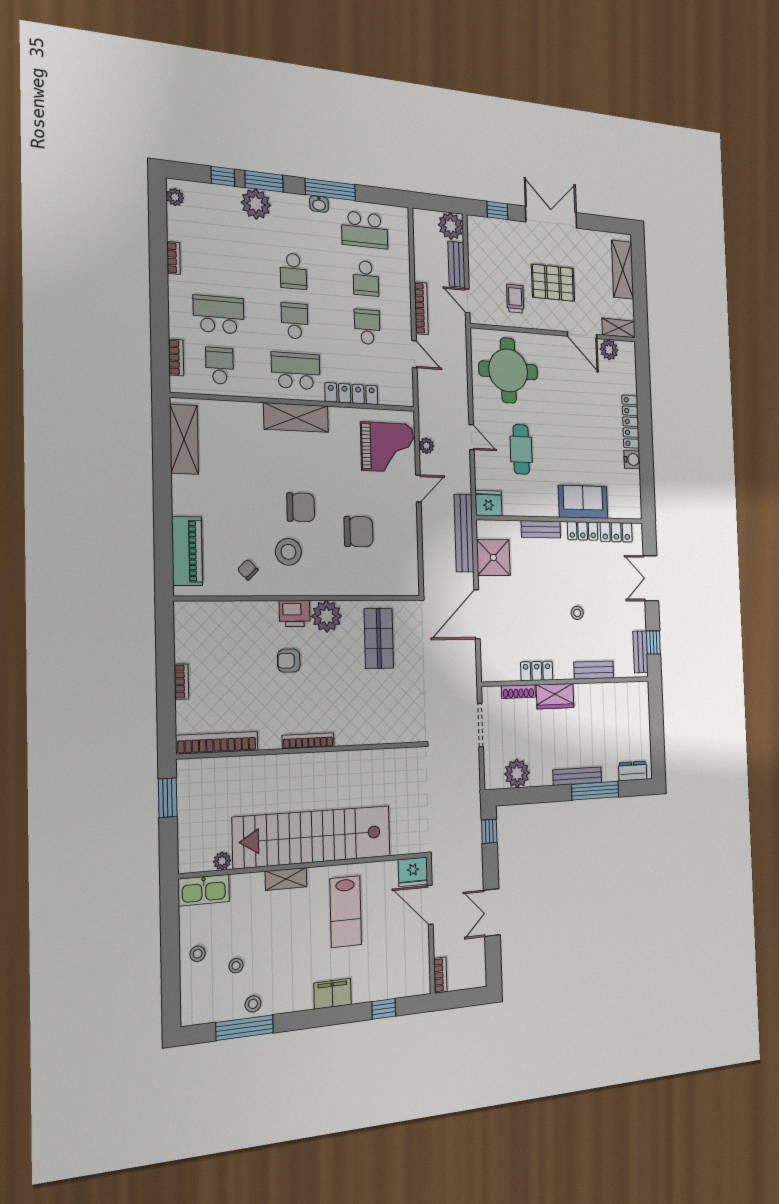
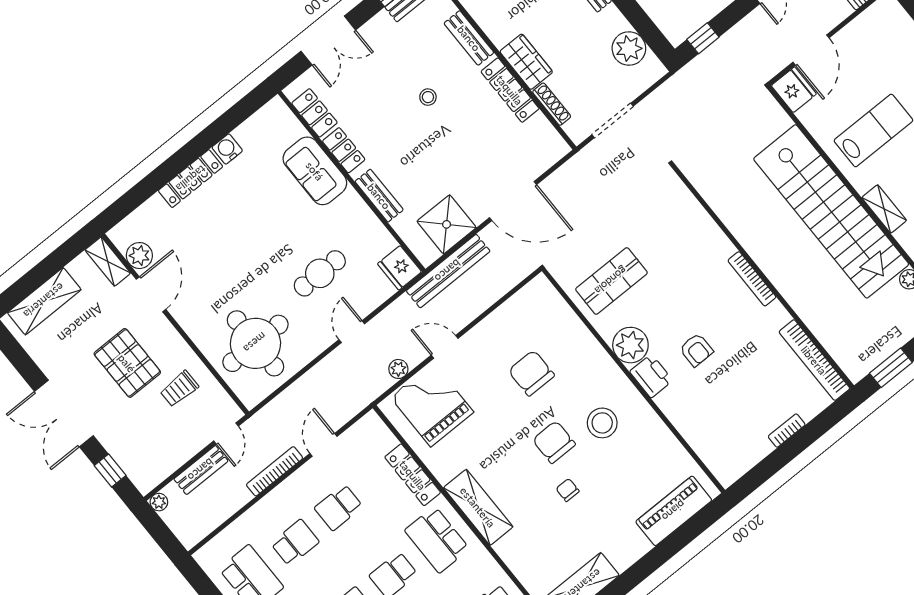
plant: (451, 226) -> (159, 502), width x0.53, depth x0.53
chair: (248, 570) -> (568, 490), moved, turned 134
locker: (537, 671) -> (510, 90), width x1.53

